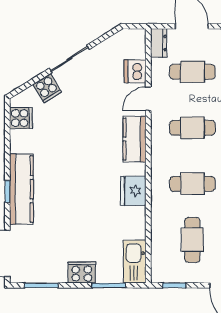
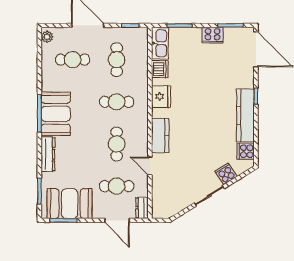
dishwasher: (135, 71) -> (160, 69), moved
door: (148, 99) -> (150, 166), swing flipped
cafe table: (192, 128) -> (117, 144), turned 90
kitchen counter: (21, 189) -> (245, 116), moved
cooker: (82, 272) -> (213, 35), moved

